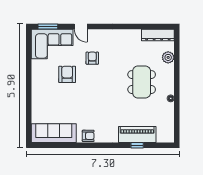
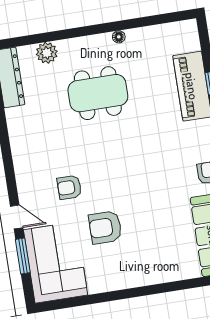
window: (48, 27) -> (23, 256), moved
door: (81, 27) -> (17, 217), hinge flipped

